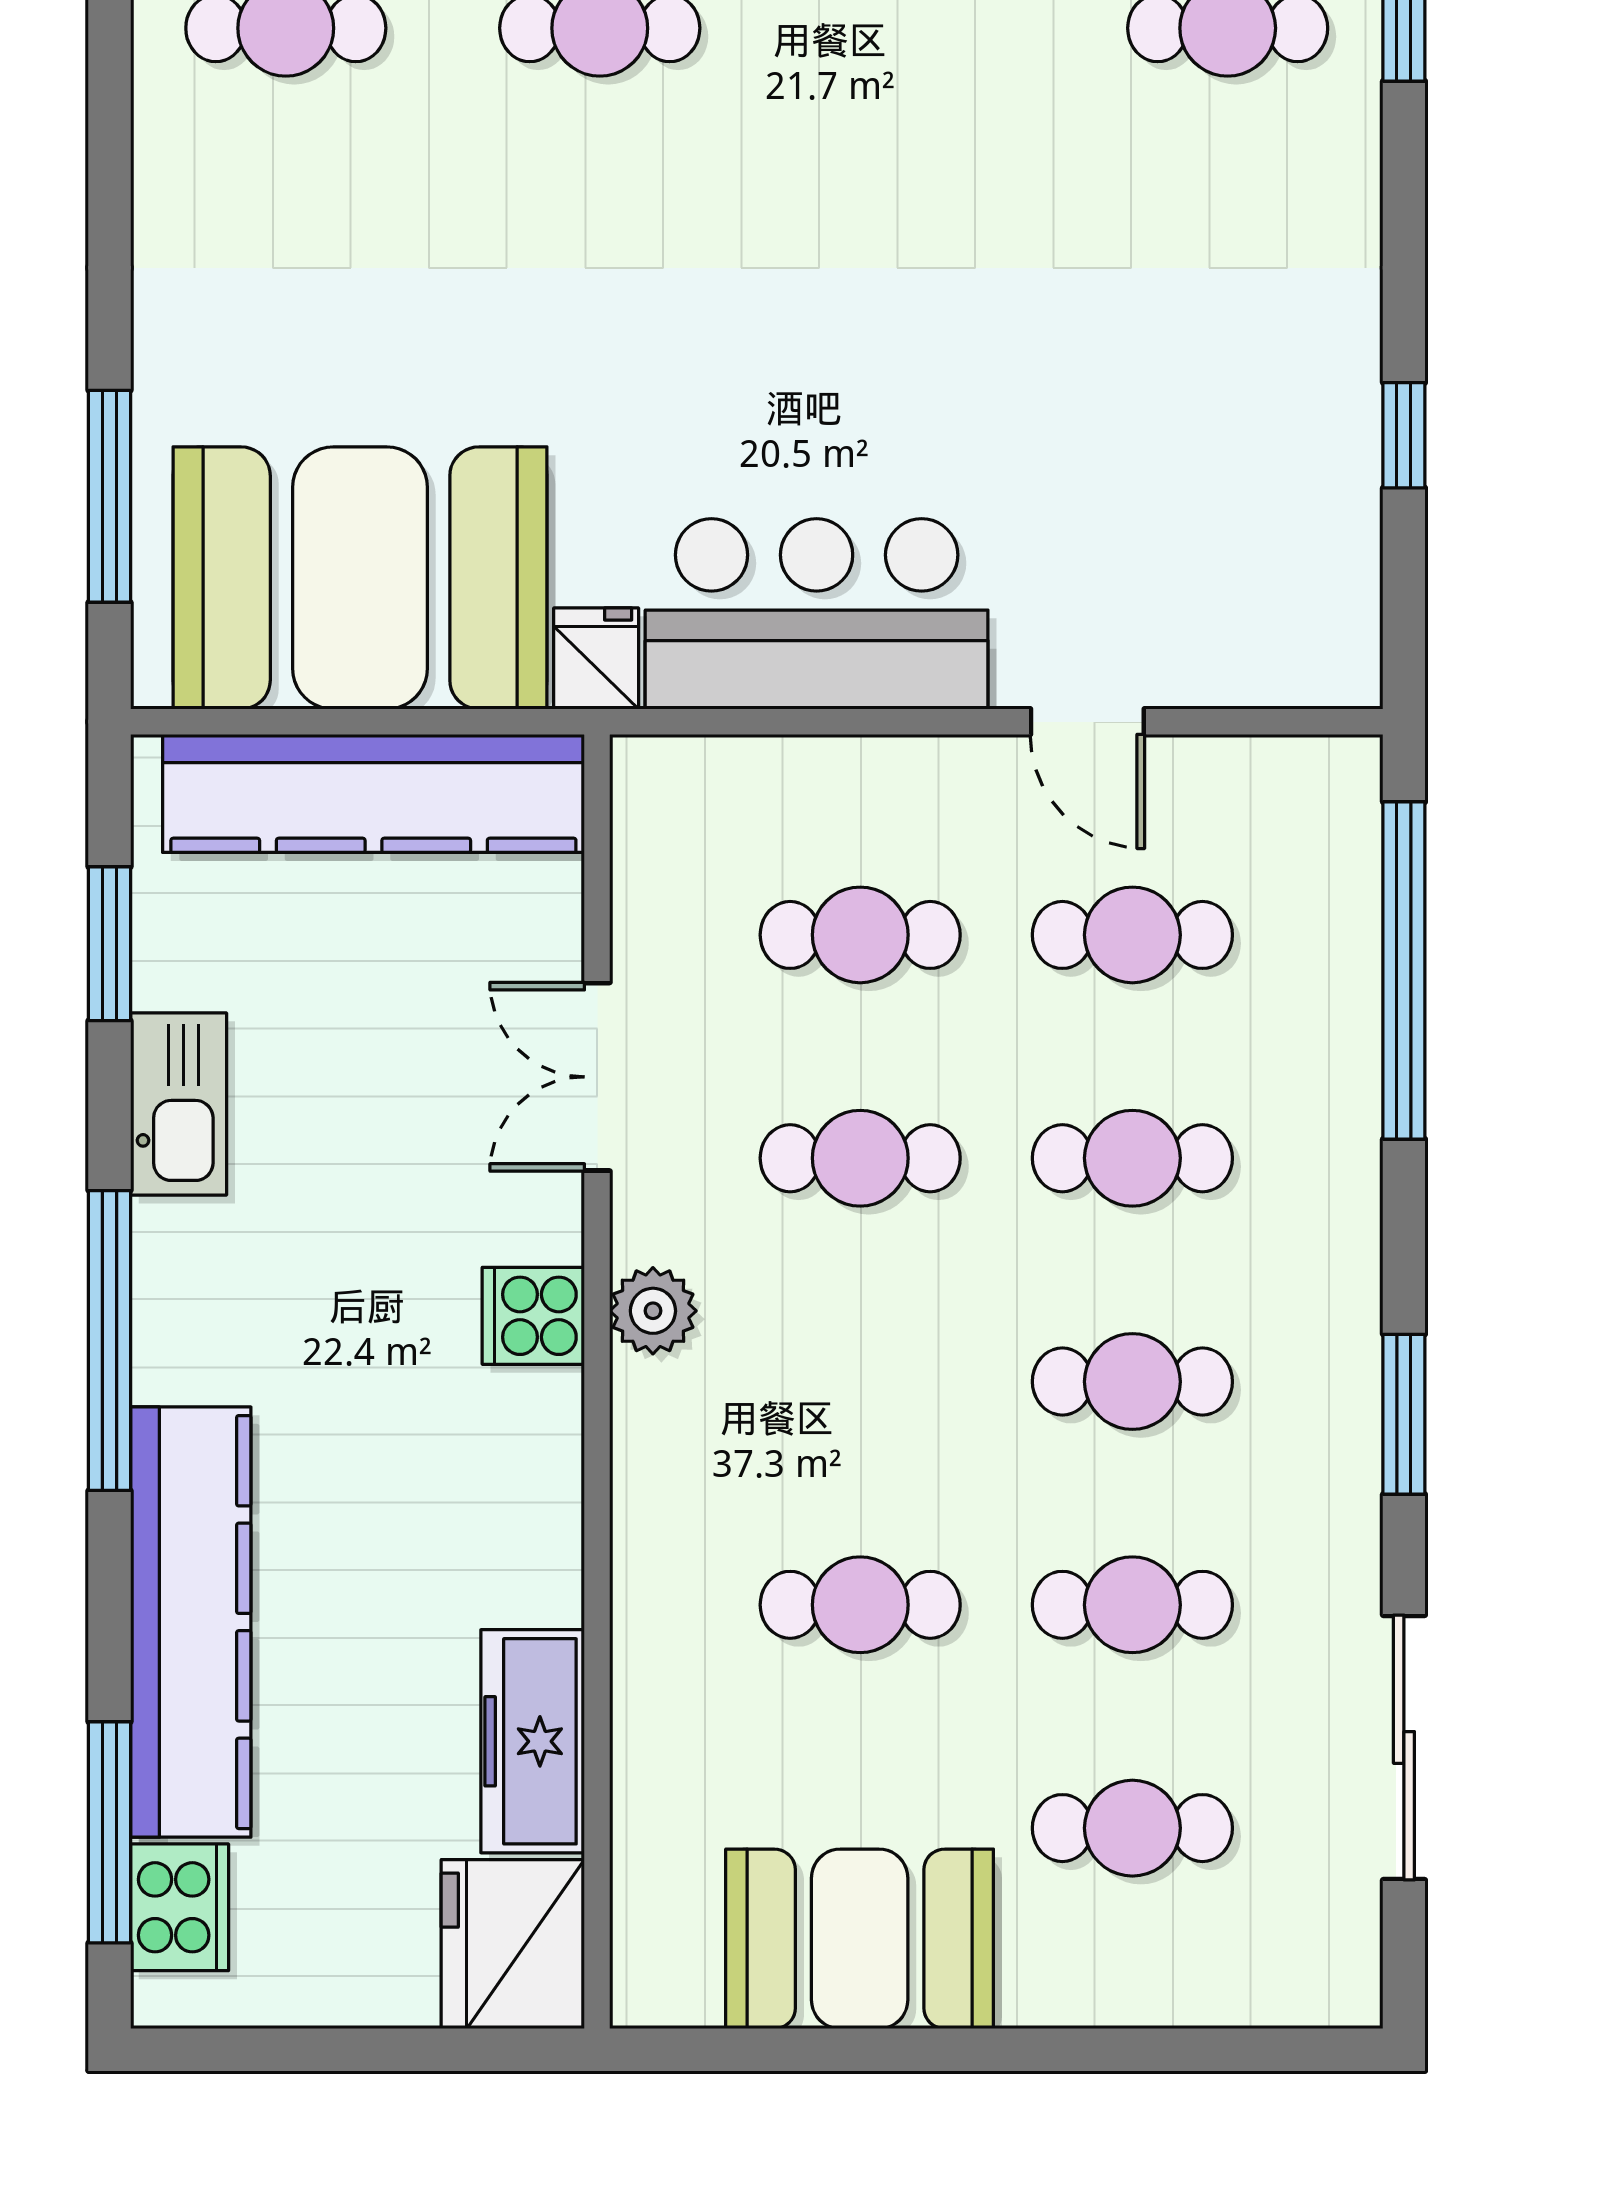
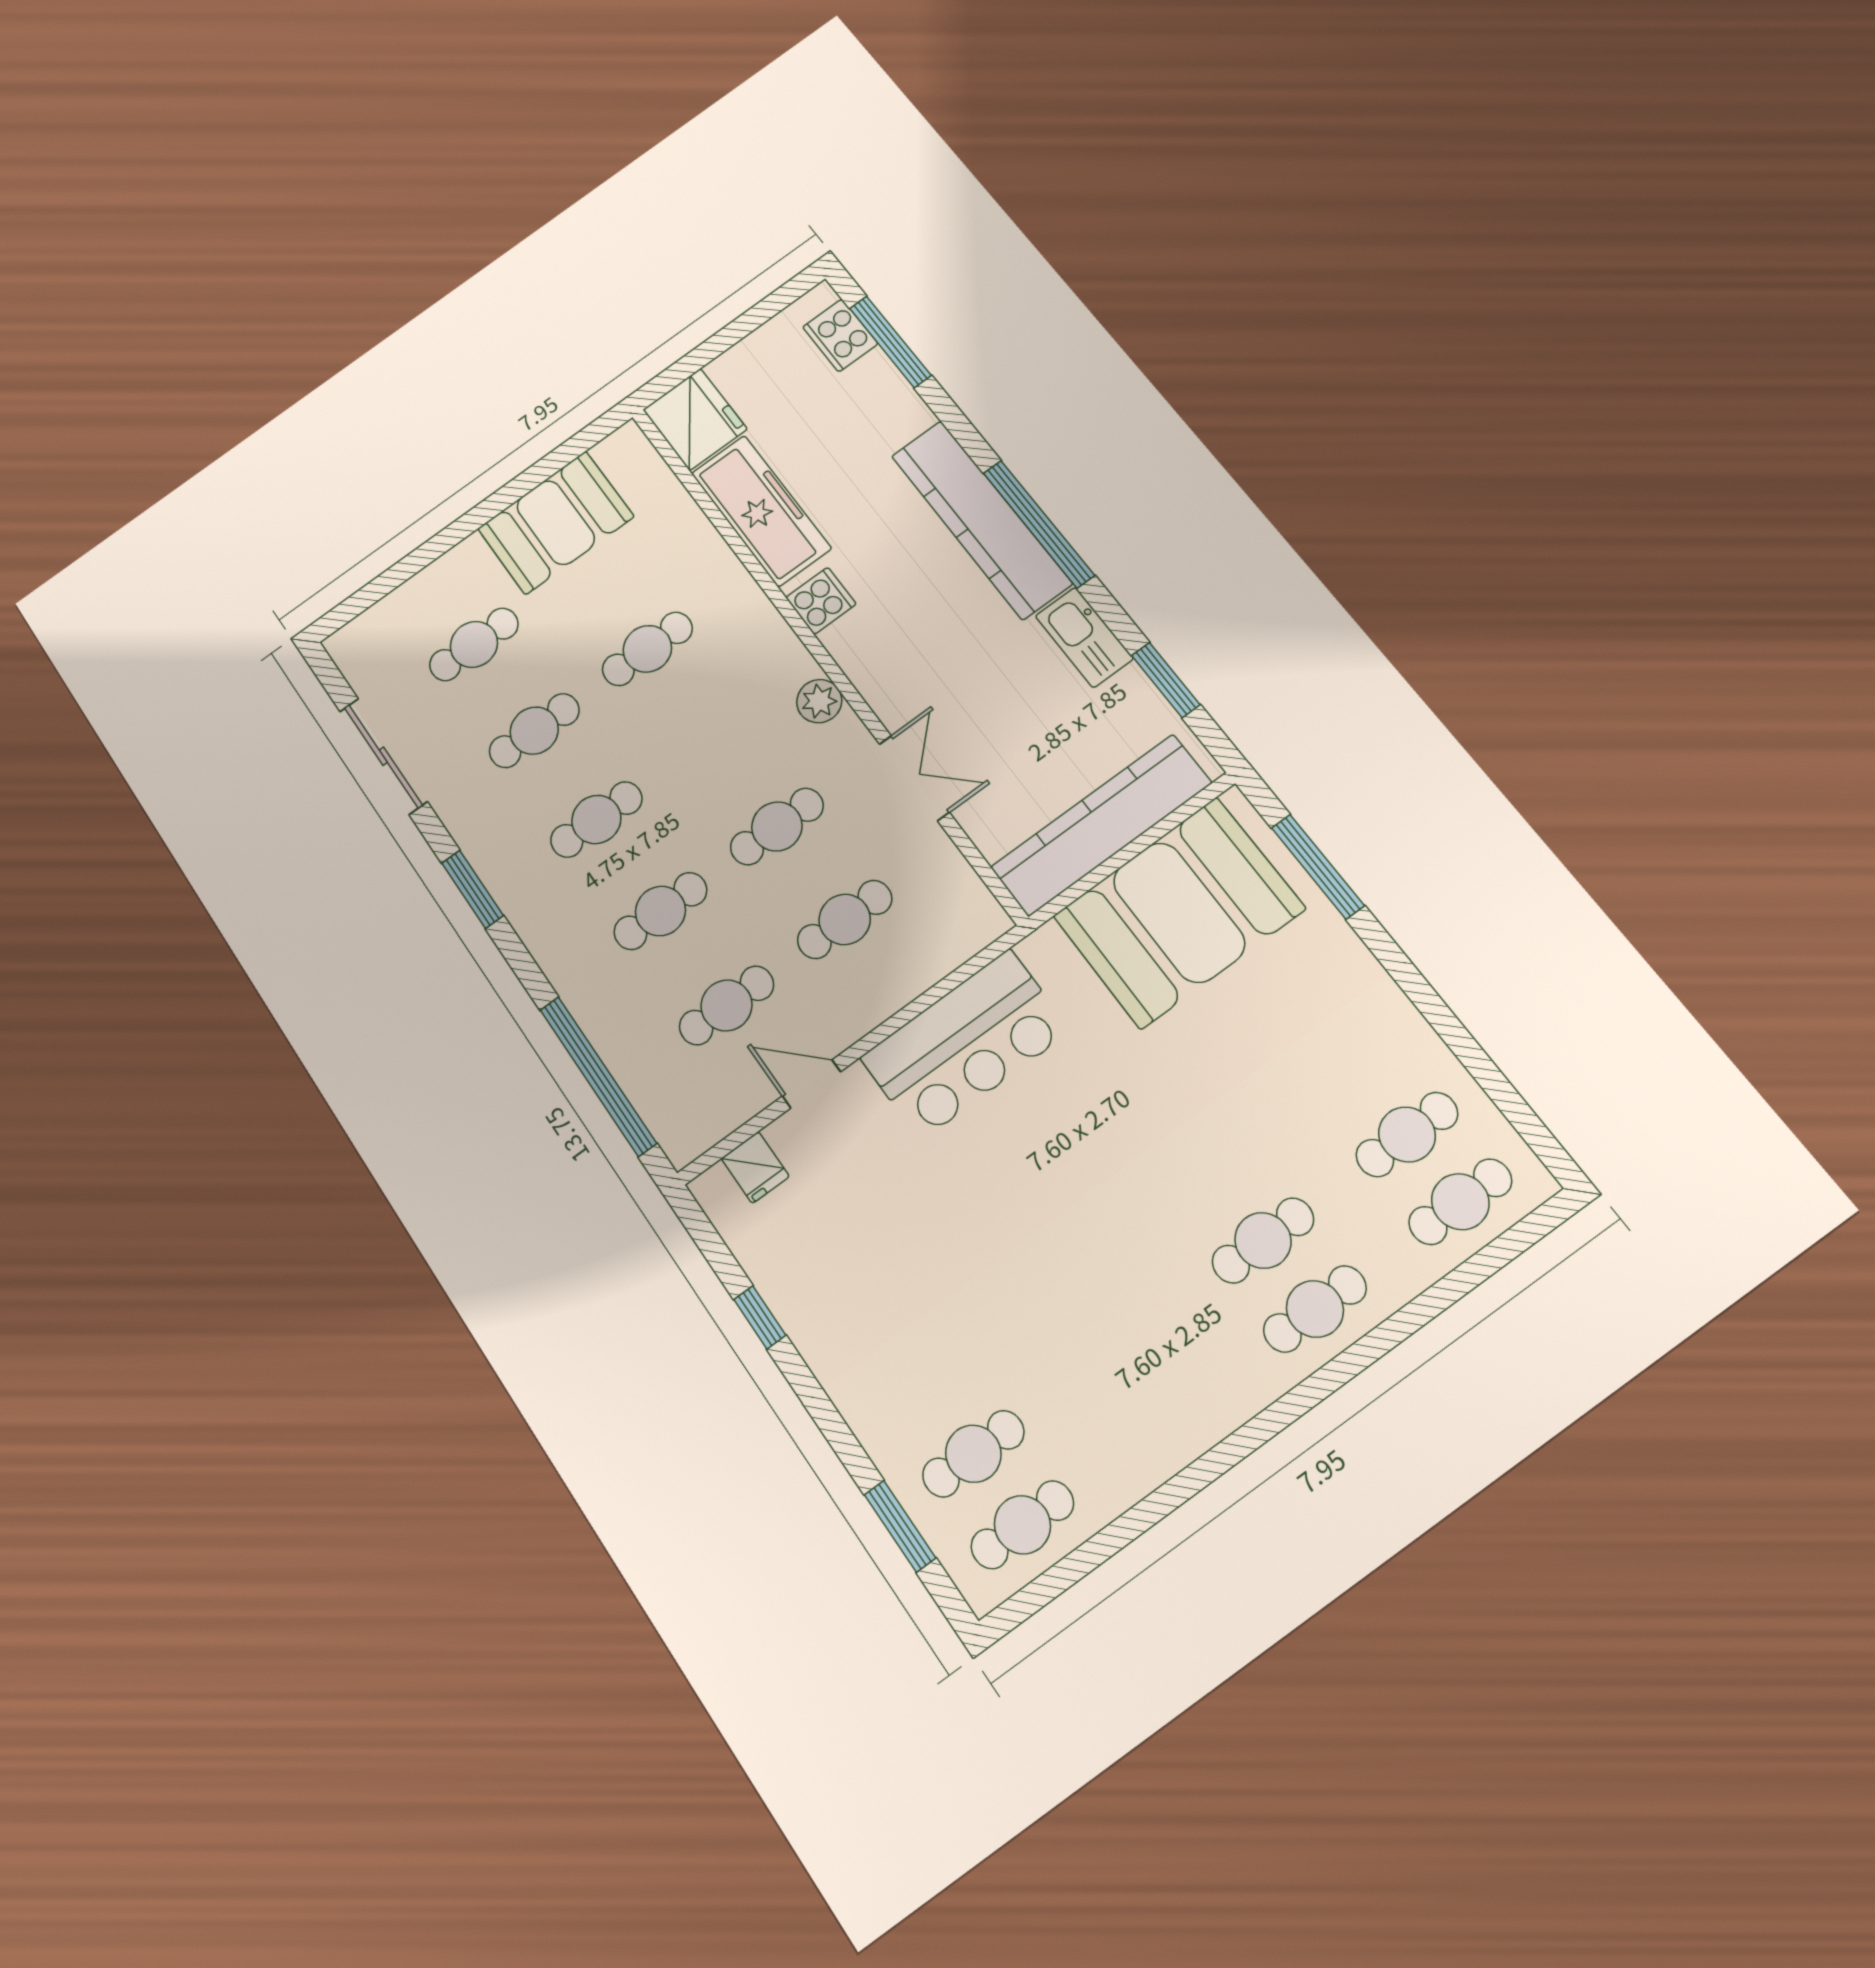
fridge: (596, 658) -> (755, 1167), moved
cooker: (533, 1316) -> (821, 601), moved
kitchen counter: (191, 1622) -> (981, 519), moved
freezer: (533, 1741) -> (761, 511), width x1.36, depth x1.26

